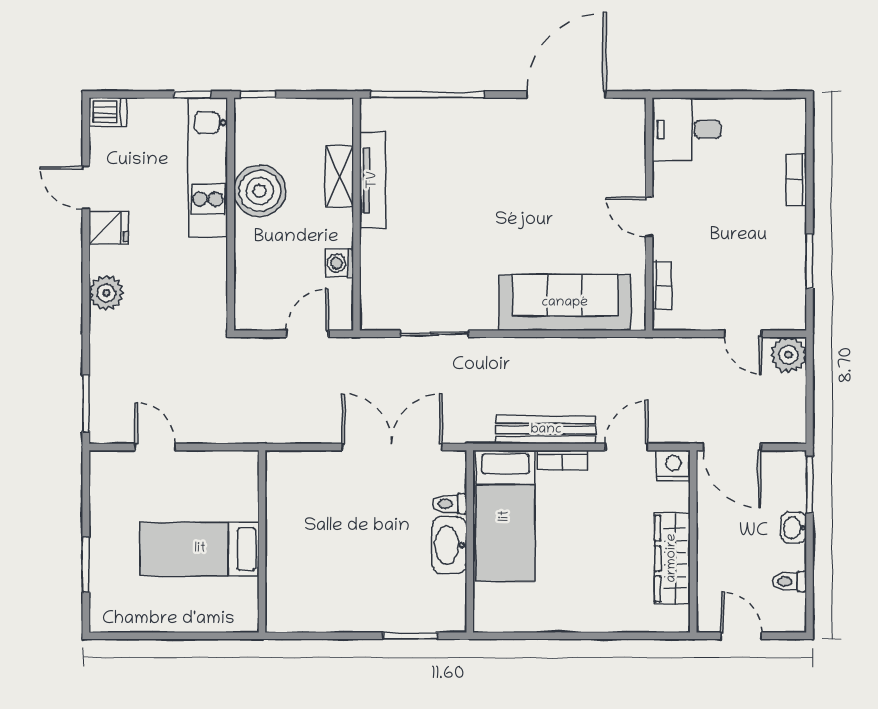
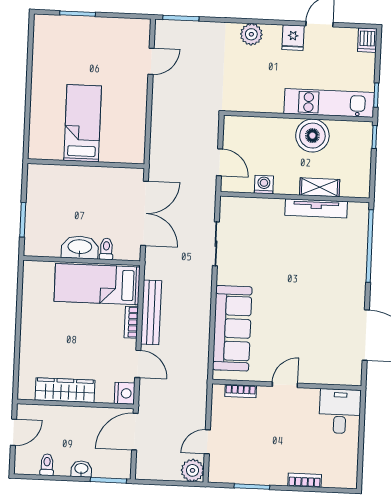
wall: (262, 541) -> (86, 164), moved
bed: (200, 549) -> (83, 123), moved

